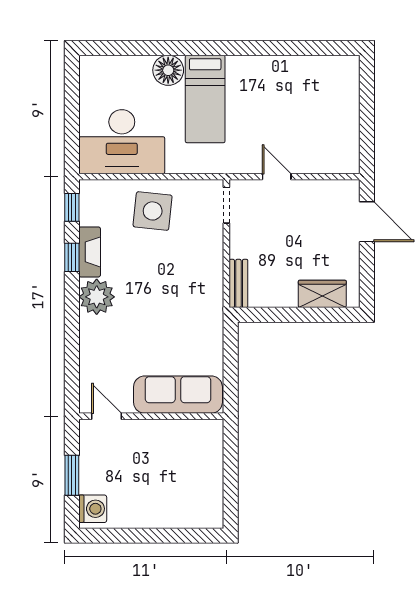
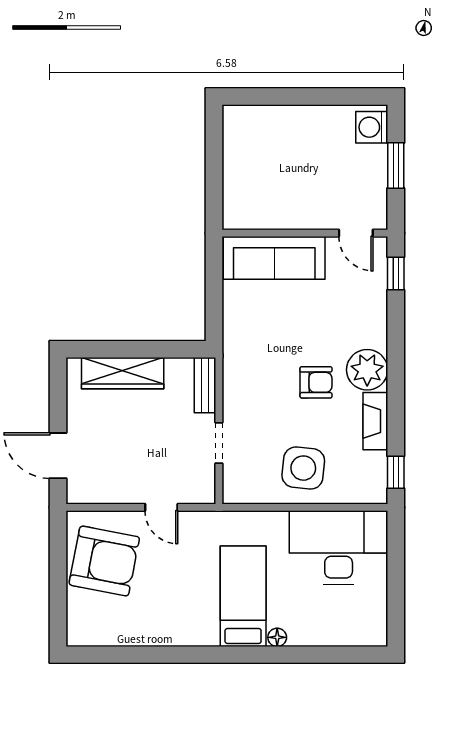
floor lamp: (168, 70) -> (277, 637), width x0.53, depth x0.53
armchair: (326, 130) -> (104, 561), added
doorway: (226, 205) -> (219, 443), moved
window: (72, 257) -> (396, 274), moved
armchair: (141, 286) -> (316, 382), added
wardrobe: (322, 294) -> (123, 373), width x1.50

